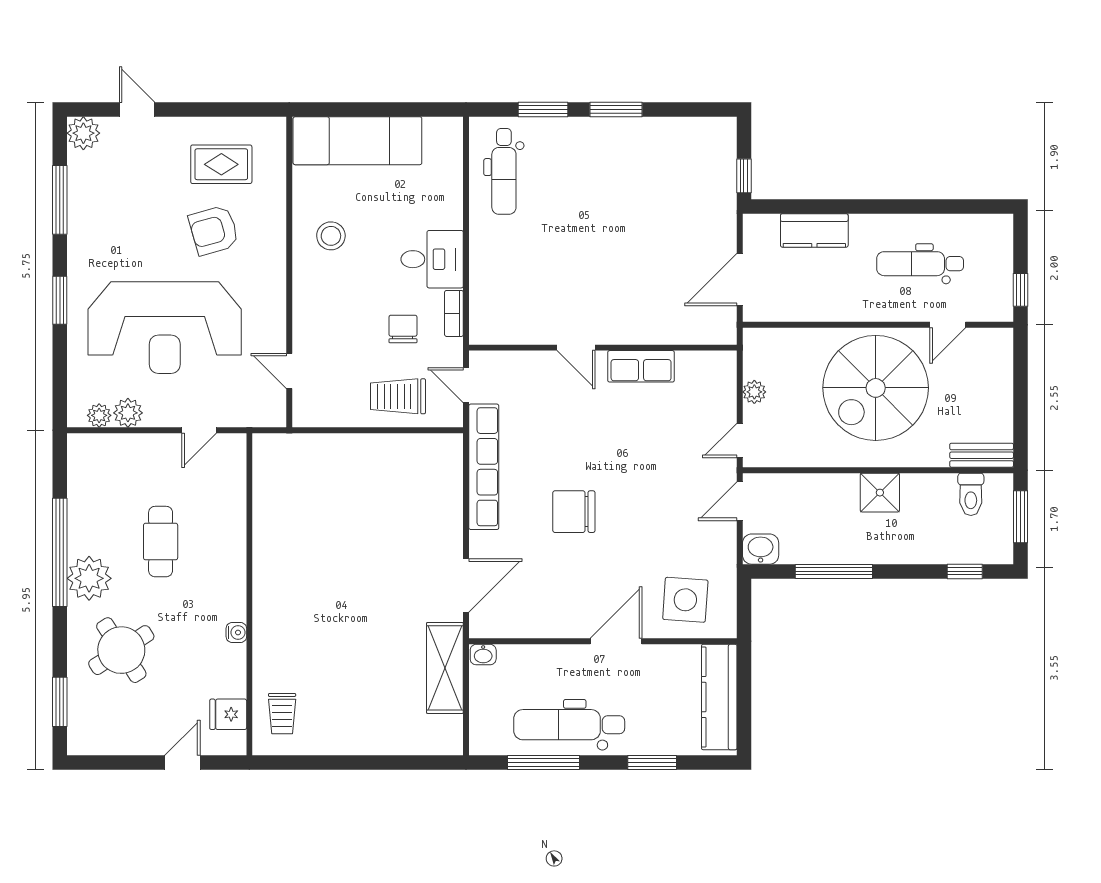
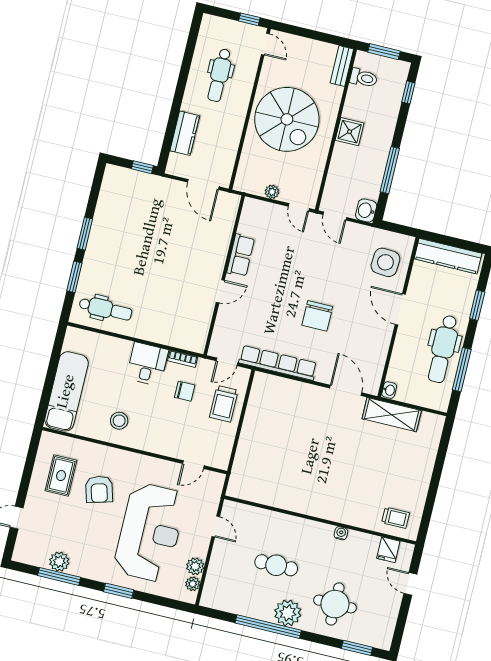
plant: (83, 133) -> (59, 562), moved
door: (948, 325) -> (265, 44), moved
chair: (403, 329) -> (185, 391), turned 180
round table: (121, 650) -> (335, 604), turned 33

